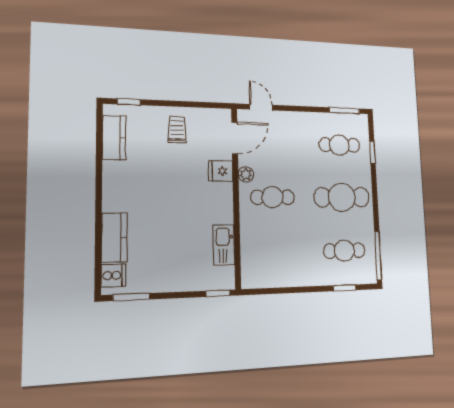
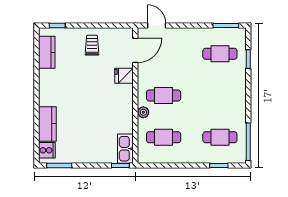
plant: (246, 174) -> (143, 112), moved
cafe table: (342, 197) -> (164, 137), moved, width x0.73, depth x0.74
kitchen sink: (224, 245) -> (125, 149), moved

